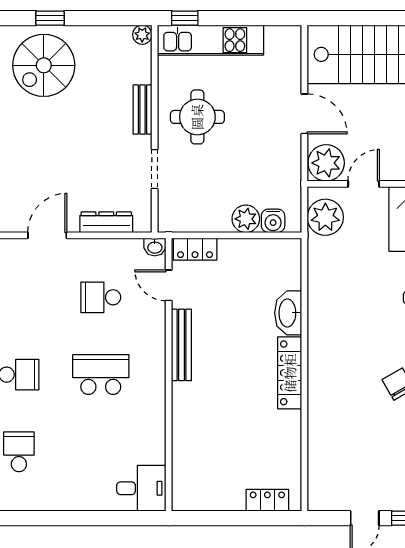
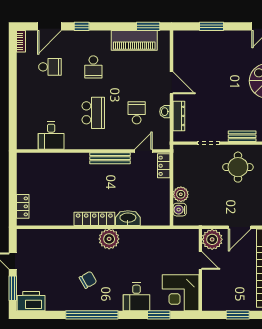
plant: (325, 217) -> (109, 239), moved
washbasin: (155, 247) -> (165, 112), moved
desk: (141, 488) -> (51, 136), moved

